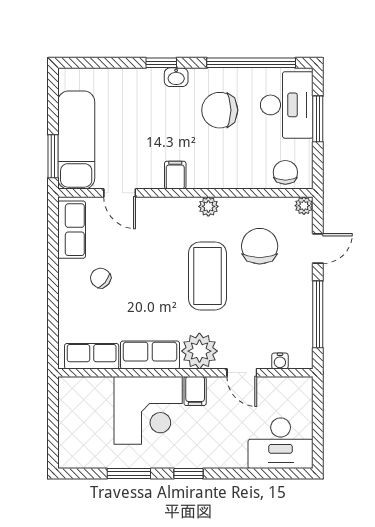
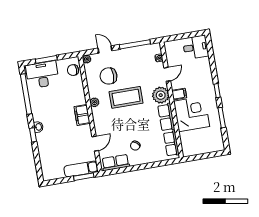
chair: (220, 110) -> (50, 105), removed
exam couch: (76, 140) -> (81, 169), width x0.73, depth x0.69
filing cabinet: (175, 175) -> (82, 115), width x2.00
desk: (281, 443) -> (196, 47), width x0.73

